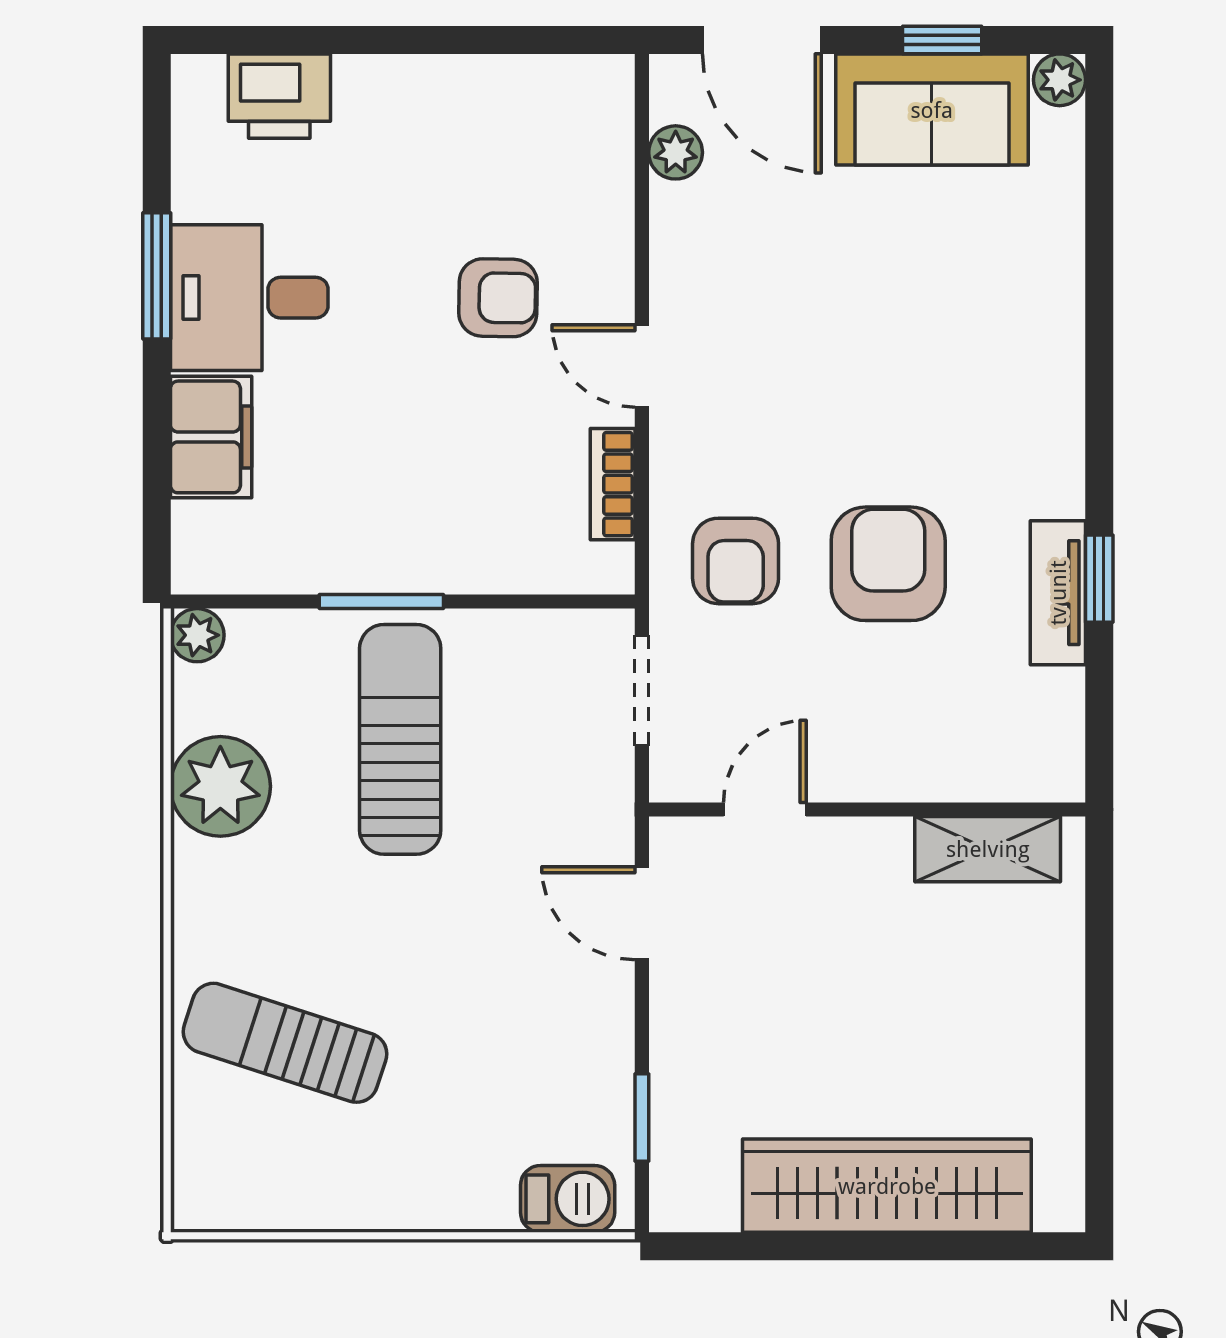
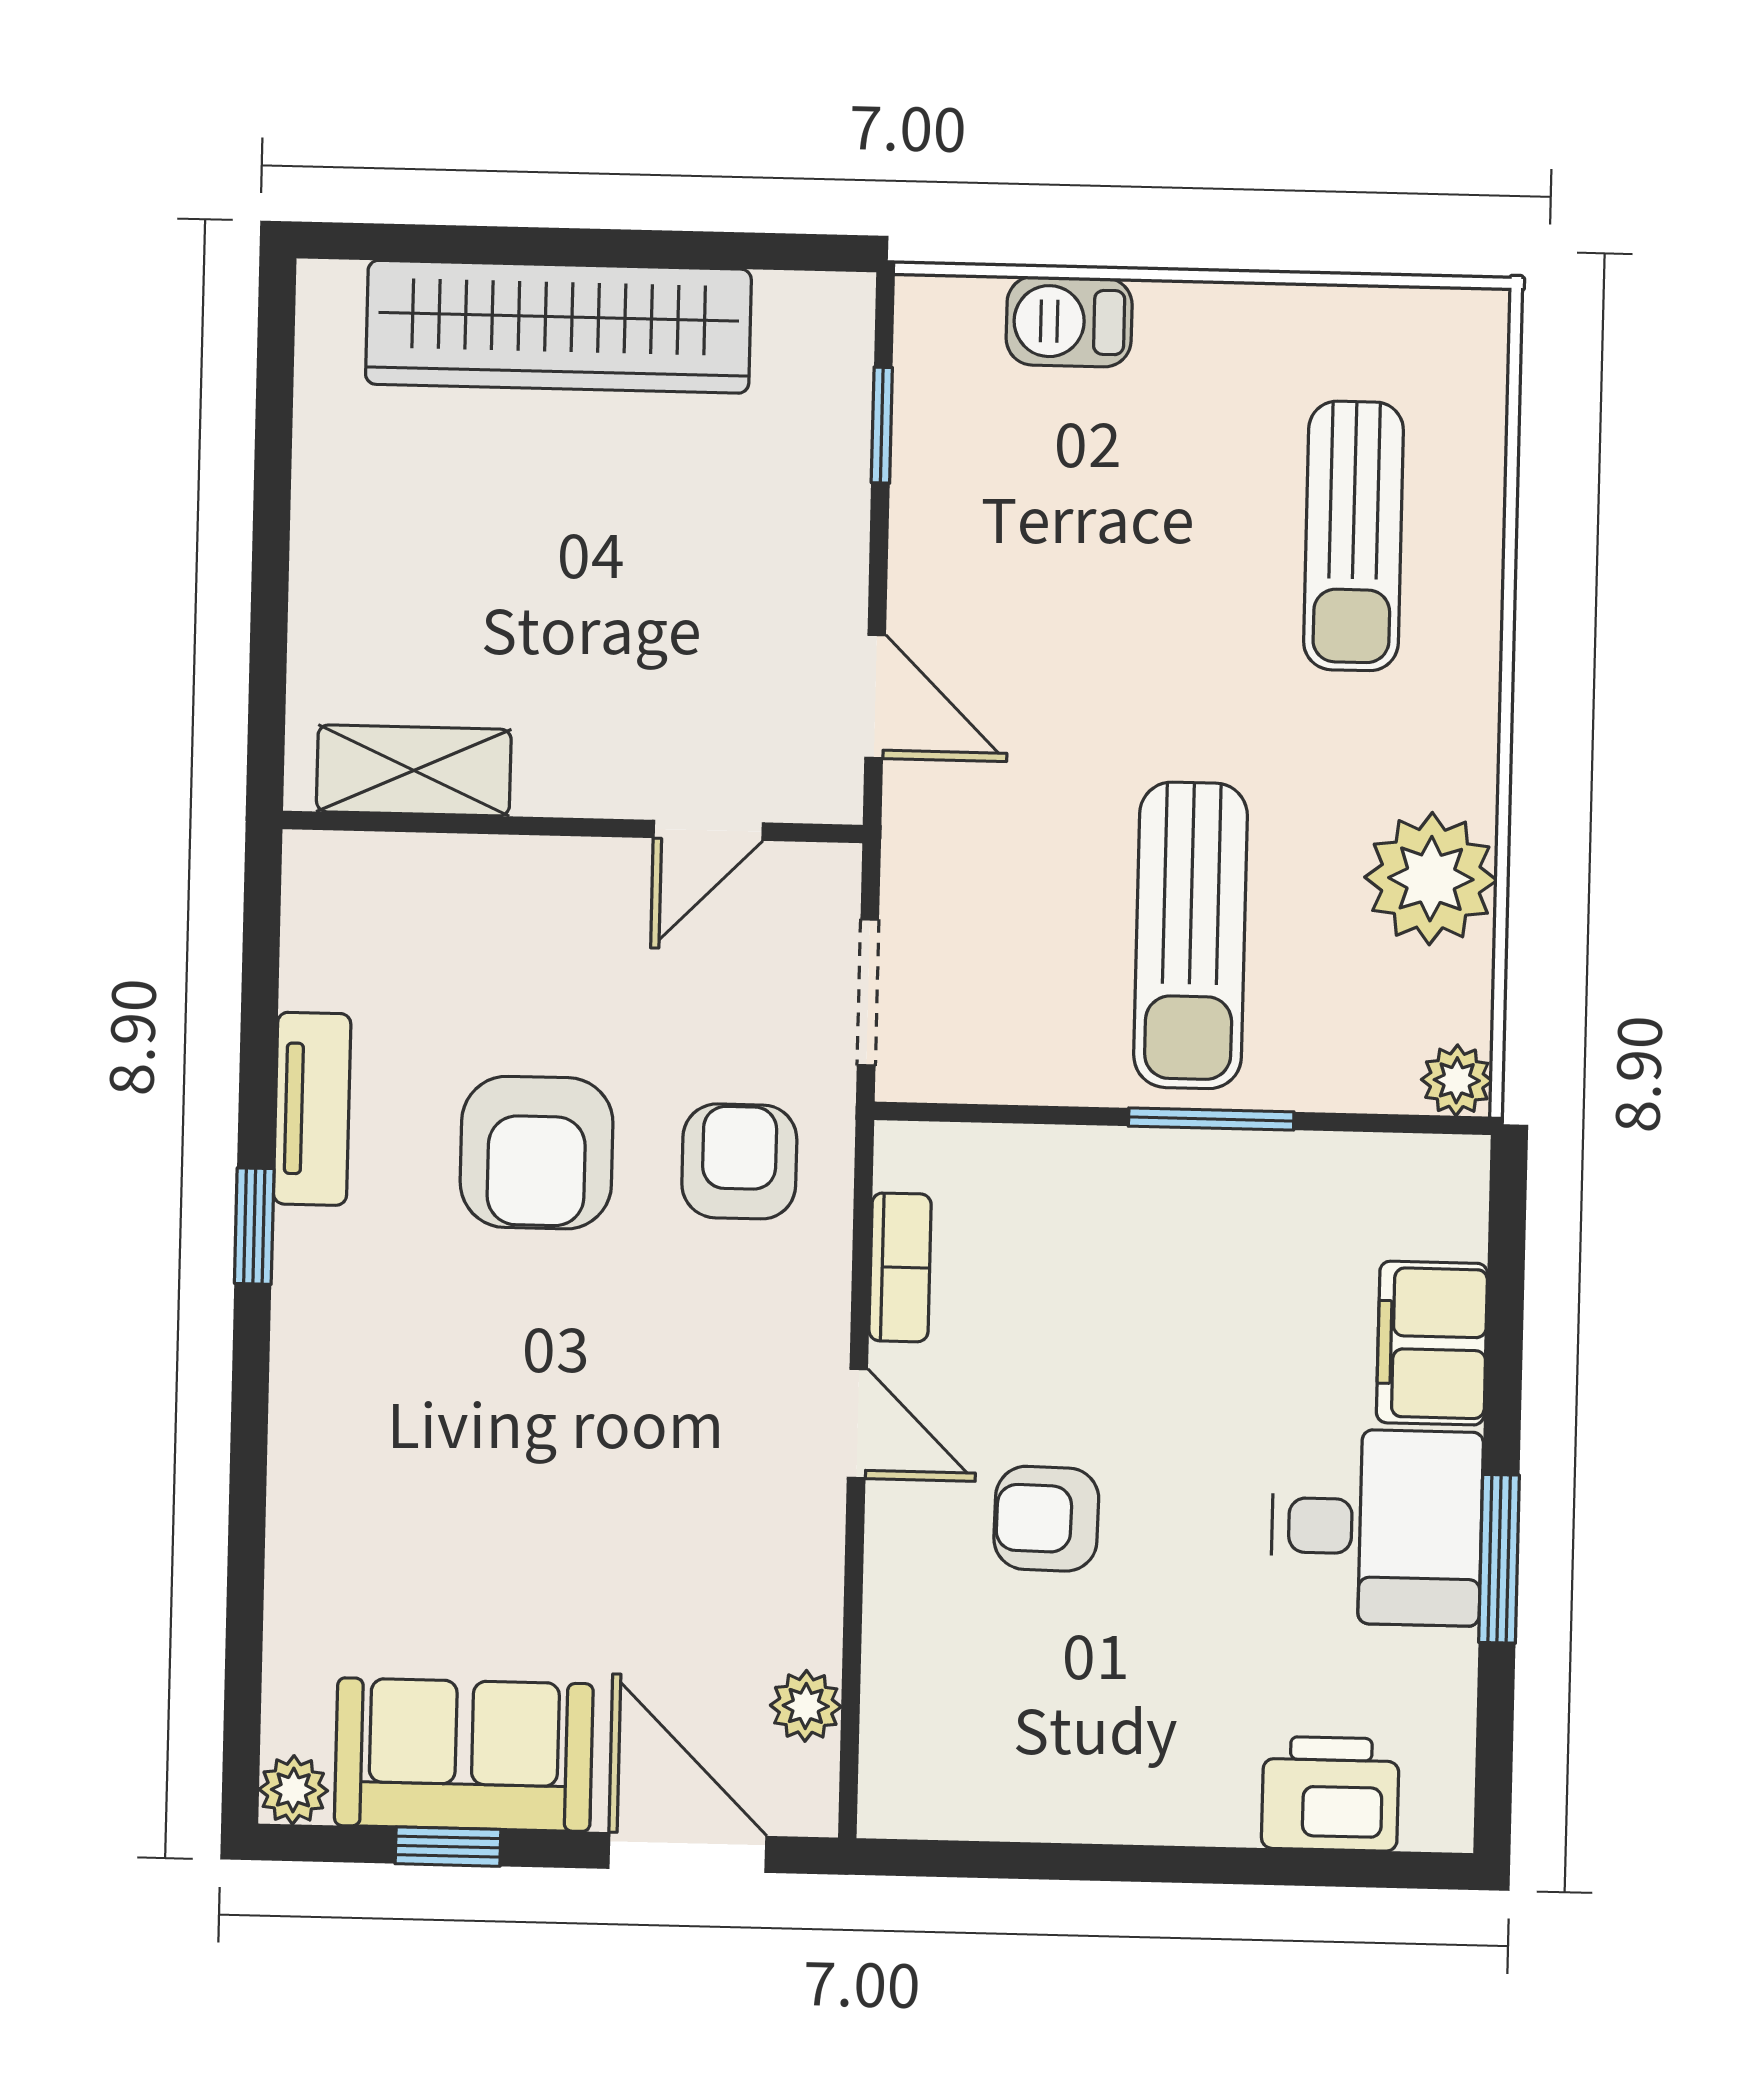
window: (1099, 579) -> (254, 1226), moved
sun lounger: (285, 1043) -> (1354, 536), turned 72
barbecue: (568, 1199) -> (1069, 322), moved

